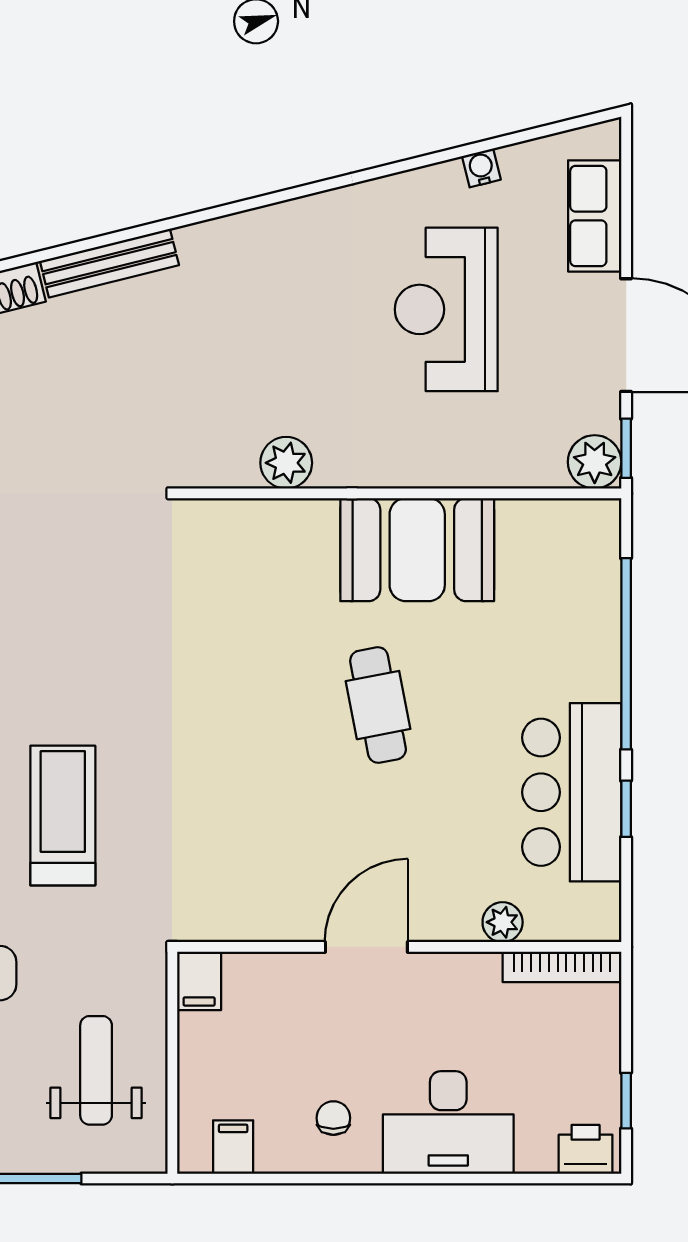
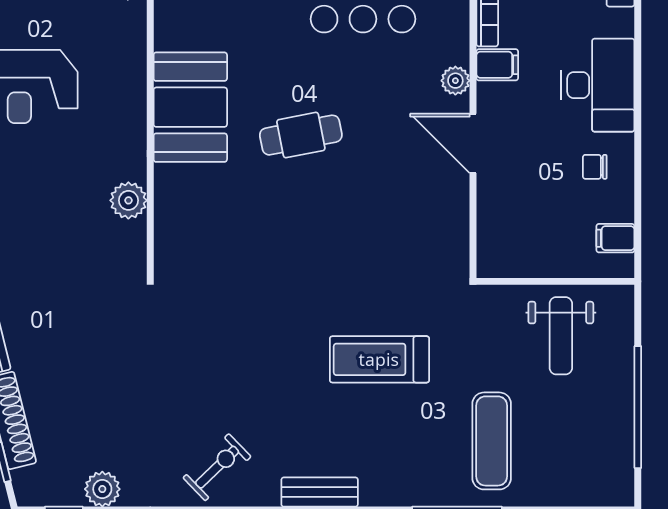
plant: (503, 922) -> (455, 81), moved
filing cabinet: (199, 981) -> (497, 65), moved
weight bench: (96, 1070) -> (561, 336), turned -90

